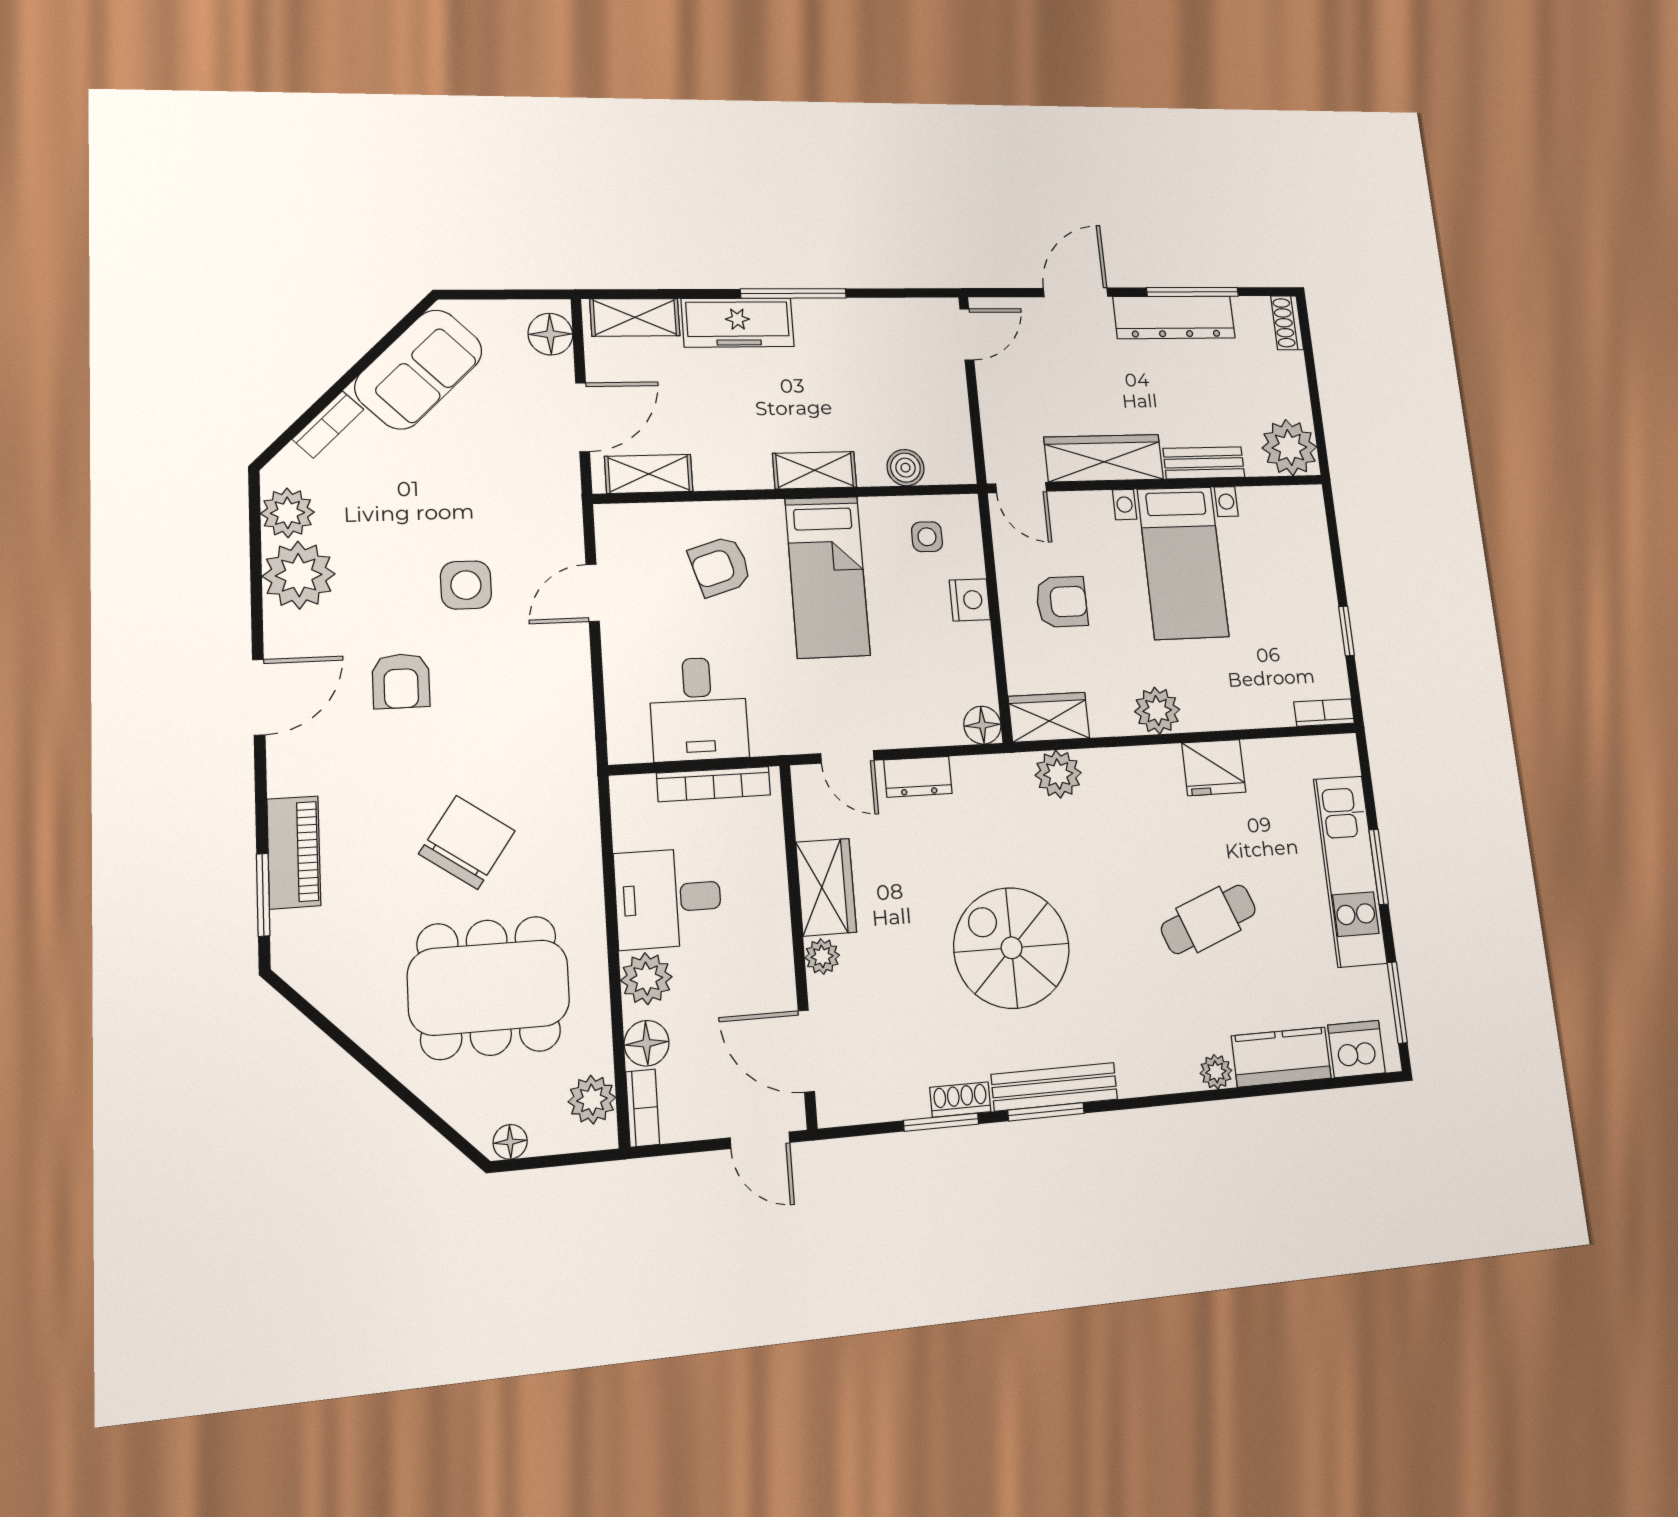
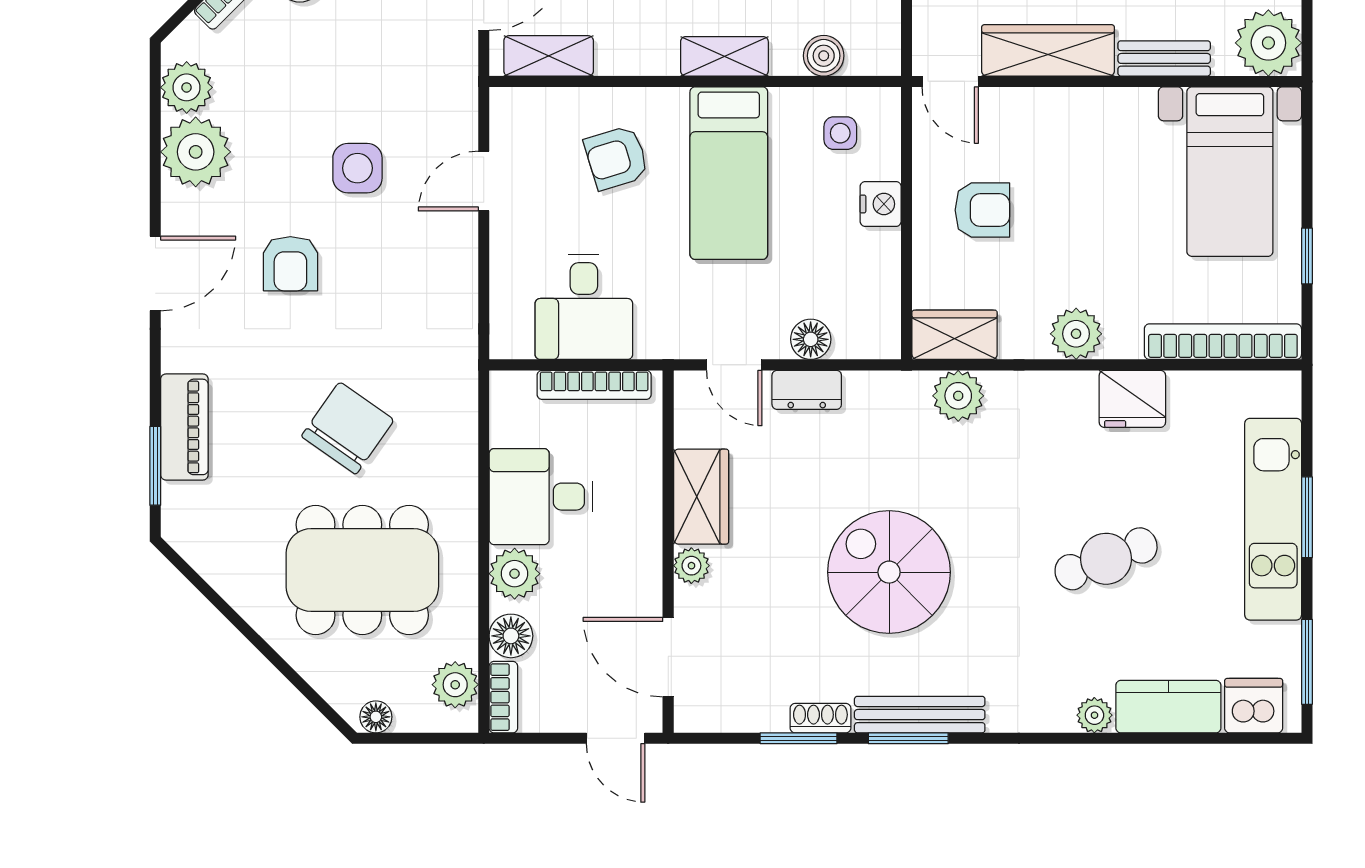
bed with nightstands: (1183, 563) -> (1230, 172), moved
bookcase: (1324, 713) -> (1223, 342), width x2.31, depth x1.31
floor lamp: (982, 725) -> (811, 339), moved

